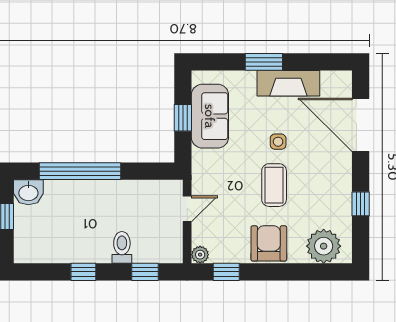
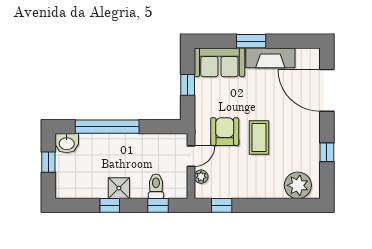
sofa: (210, 116) -> (219, 62), moved, turned 90
side table: (278, 142) -> (262, 104), removed
armchair: (269, 243) -> (225, 132), moved
toilet: (122, 247) -> (156, 186), moved
shower: (95, 250) -> (119, 188), added
plant: (200, 255) -> (201, 177), moved

